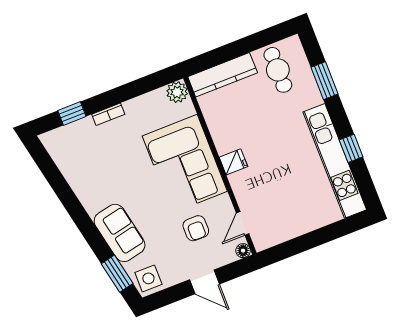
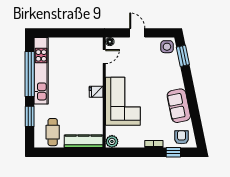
window: (351, 148) -> (30, 74), width x3.17
armchair: (196, 228) -> (182, 137), moved
sofa: (120, 233) -> (179, 106), moved

